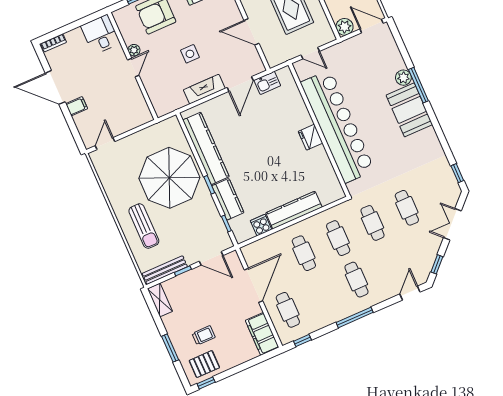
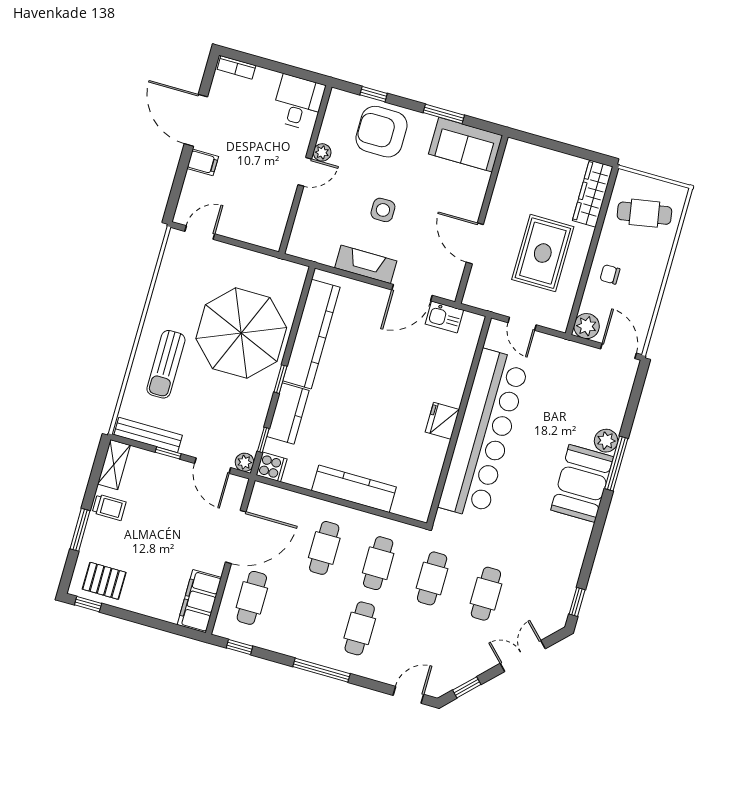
cooker: (261, 225) -> (272, 467), moved, turned 90
plant: (226, 243) -> (245, 462), added
trolley: (204, 335) -> (109, 507), moved

